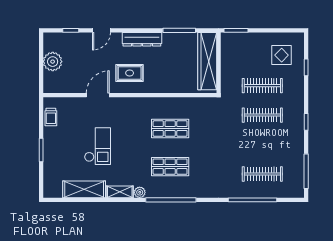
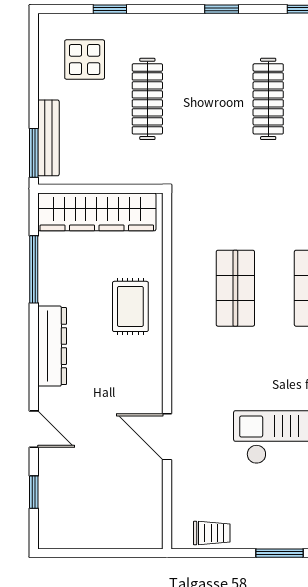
bench: (243, 37) -> (48, 138), added
plant: (53, 62) -> (98, 529), removed
rug: (130, 73) -> (130, 306), moved
clothes rail: (262, 115) -> (268, 99), moved

